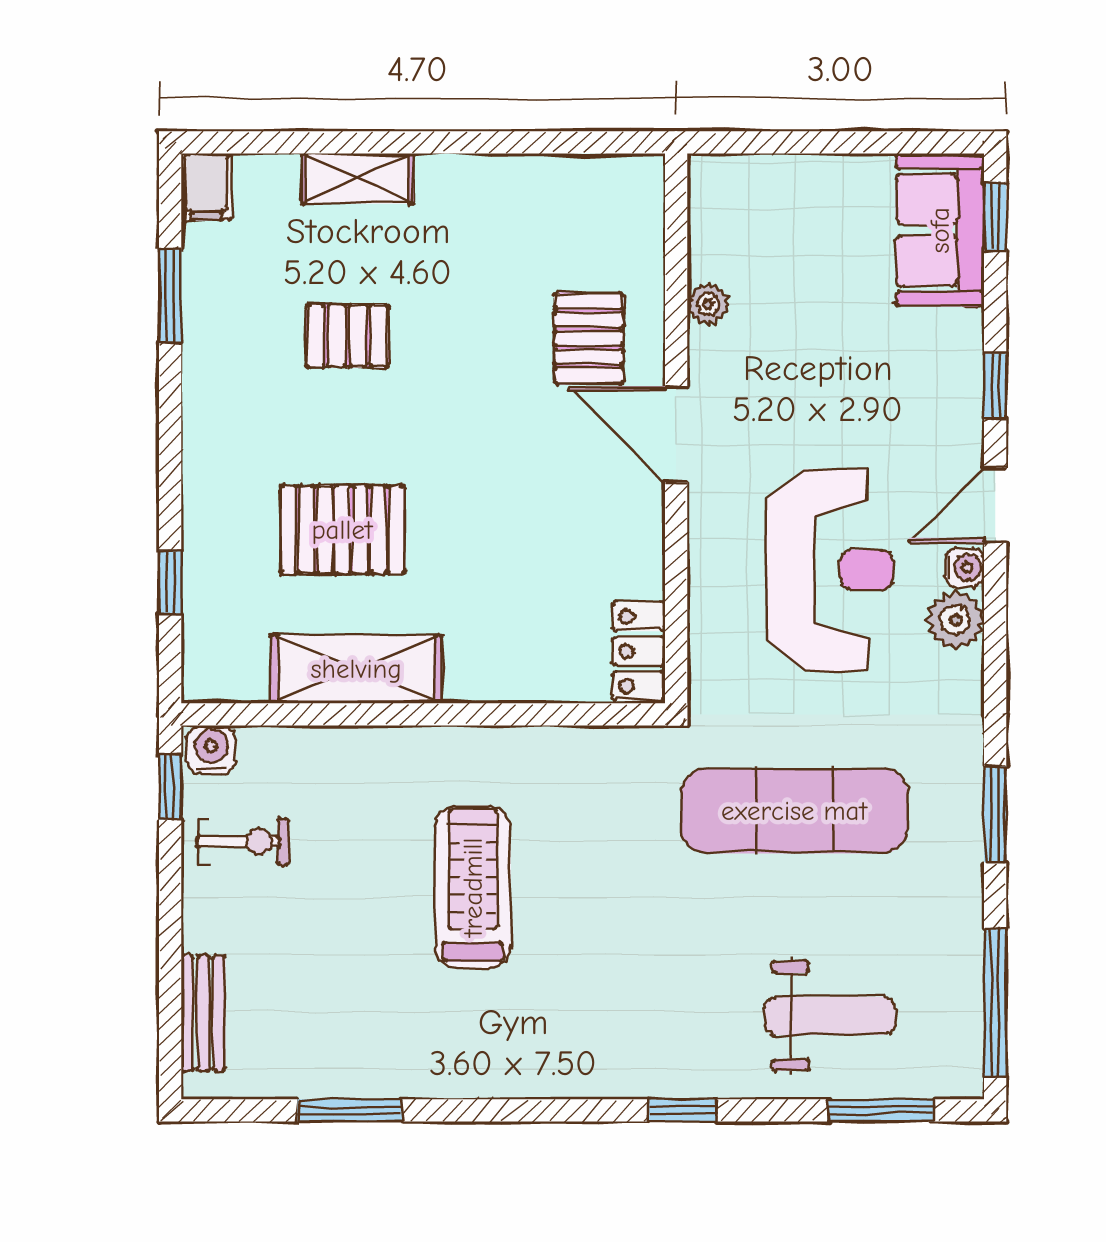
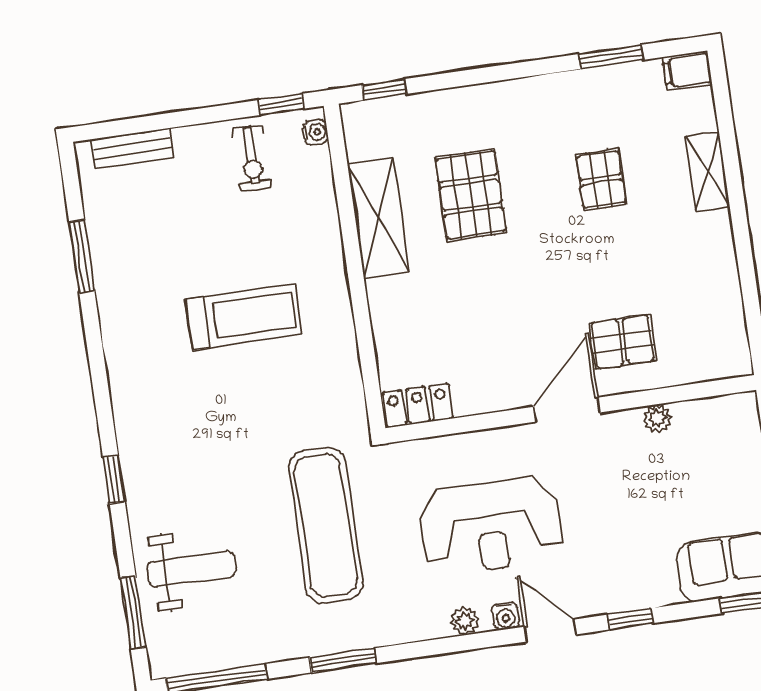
window: (170, 582) -> (384, 90), moved
plant: (955, 620) -> (465, 621), width x0.73, depth x0.73
water cooler: (211, 750) -> (315, 132), width x0.72, depth x0.72
weight bench: (830, 1016) -> (192, 569), turned -90

